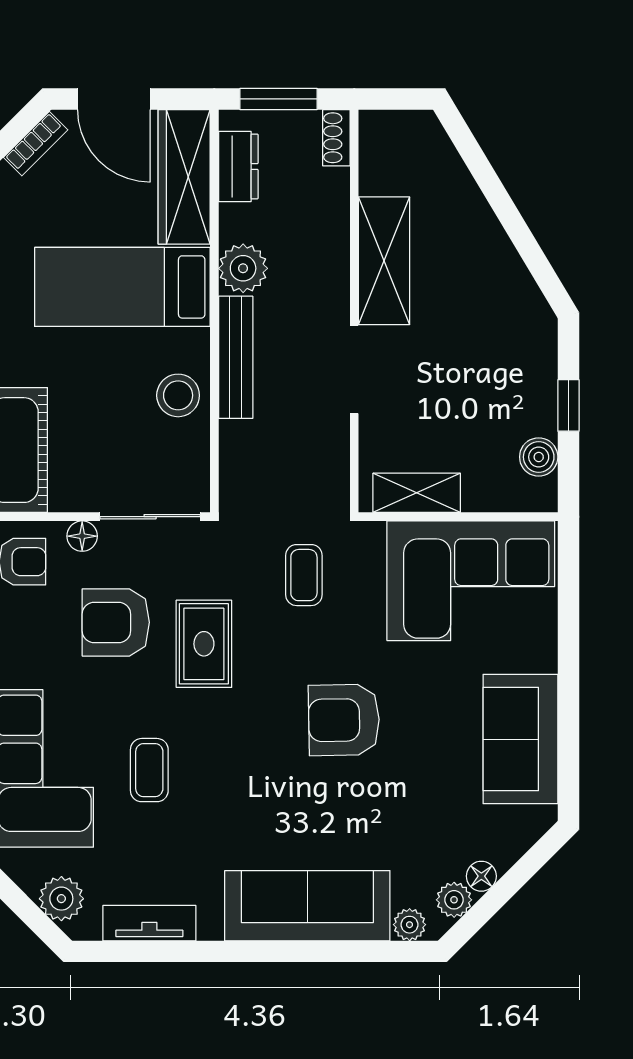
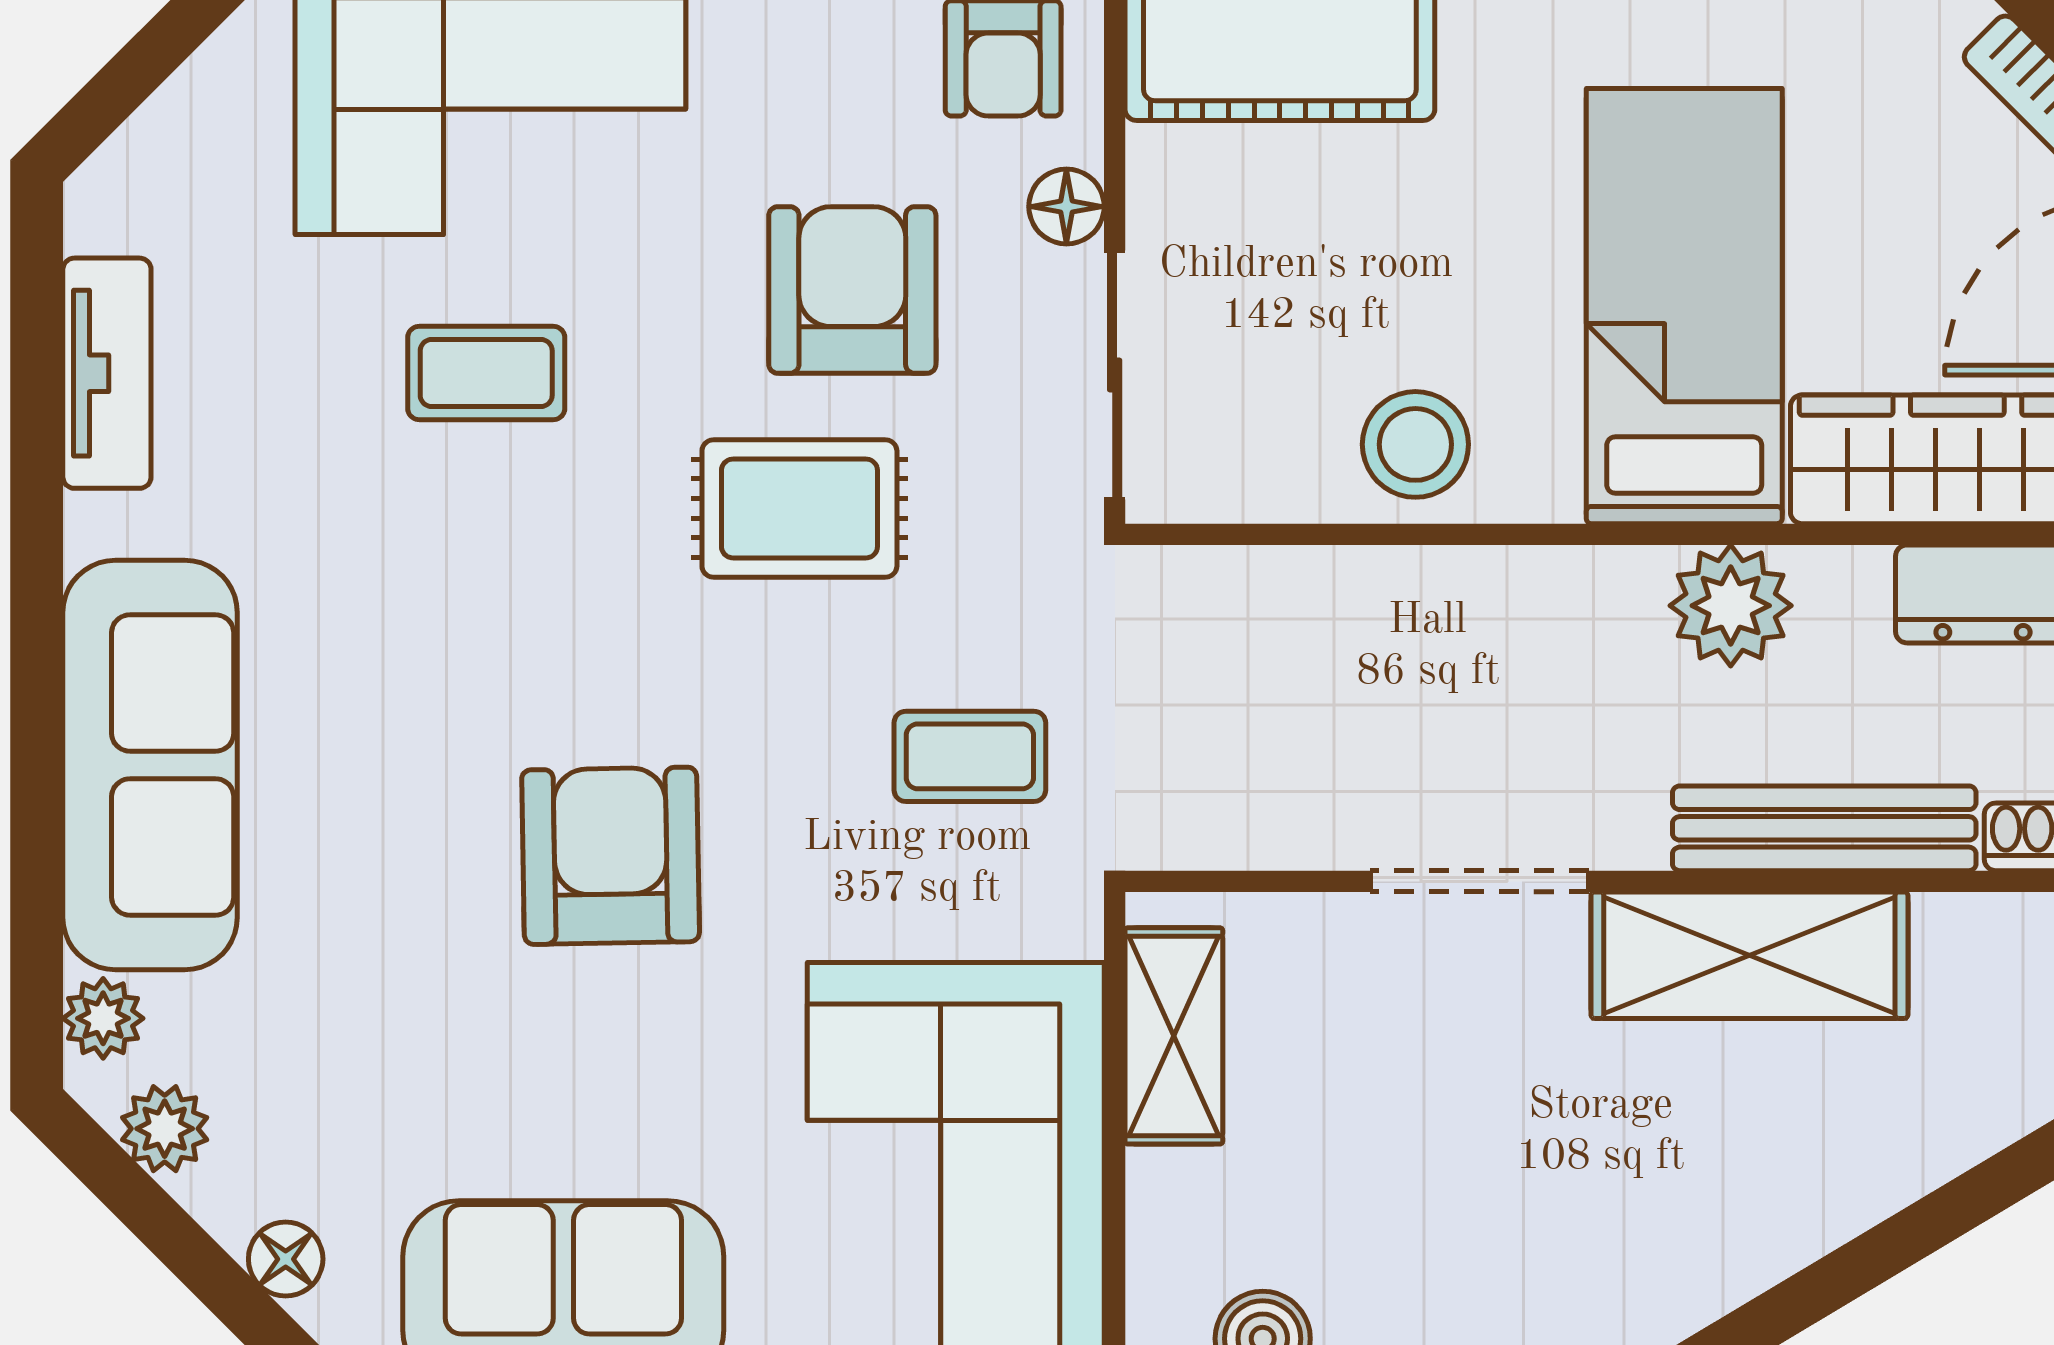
bench: (236, 357) -> (1824, 828), moved
floor lamp: (481, 876) -> (286, 1259), moved
plant: (61, 899) -> (168, 155), removed

